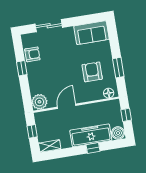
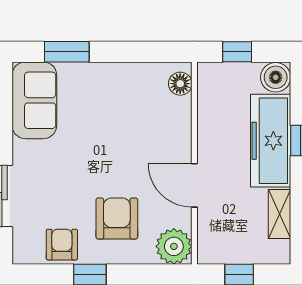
window: (118, 68) -> (67, 52), moved
armchair: (92, 72) -> (117, 219), moved, turned 90
shelving: (50, 146) -> (279, 214), moved

